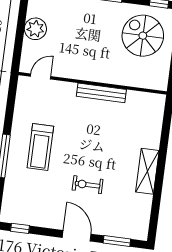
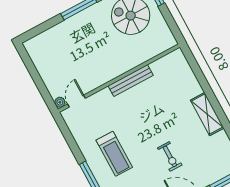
plant: (35, 29) -> (60, 102), moved, width x0.53, depth x0.53
exercise bike: (88, 185) -> (170, 156), turned -90

